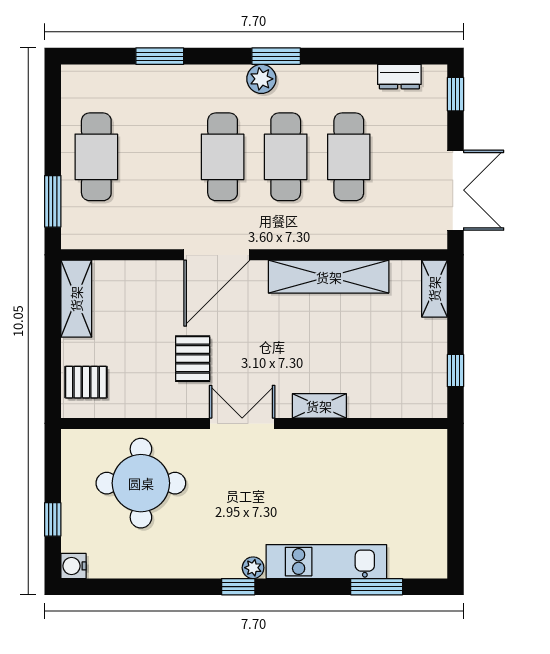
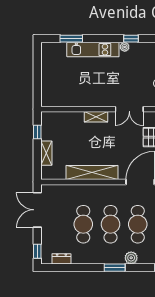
plant: (261, 79) -> (131, 258), moved
shelving: (434, 289) -> (46, 153), moved

